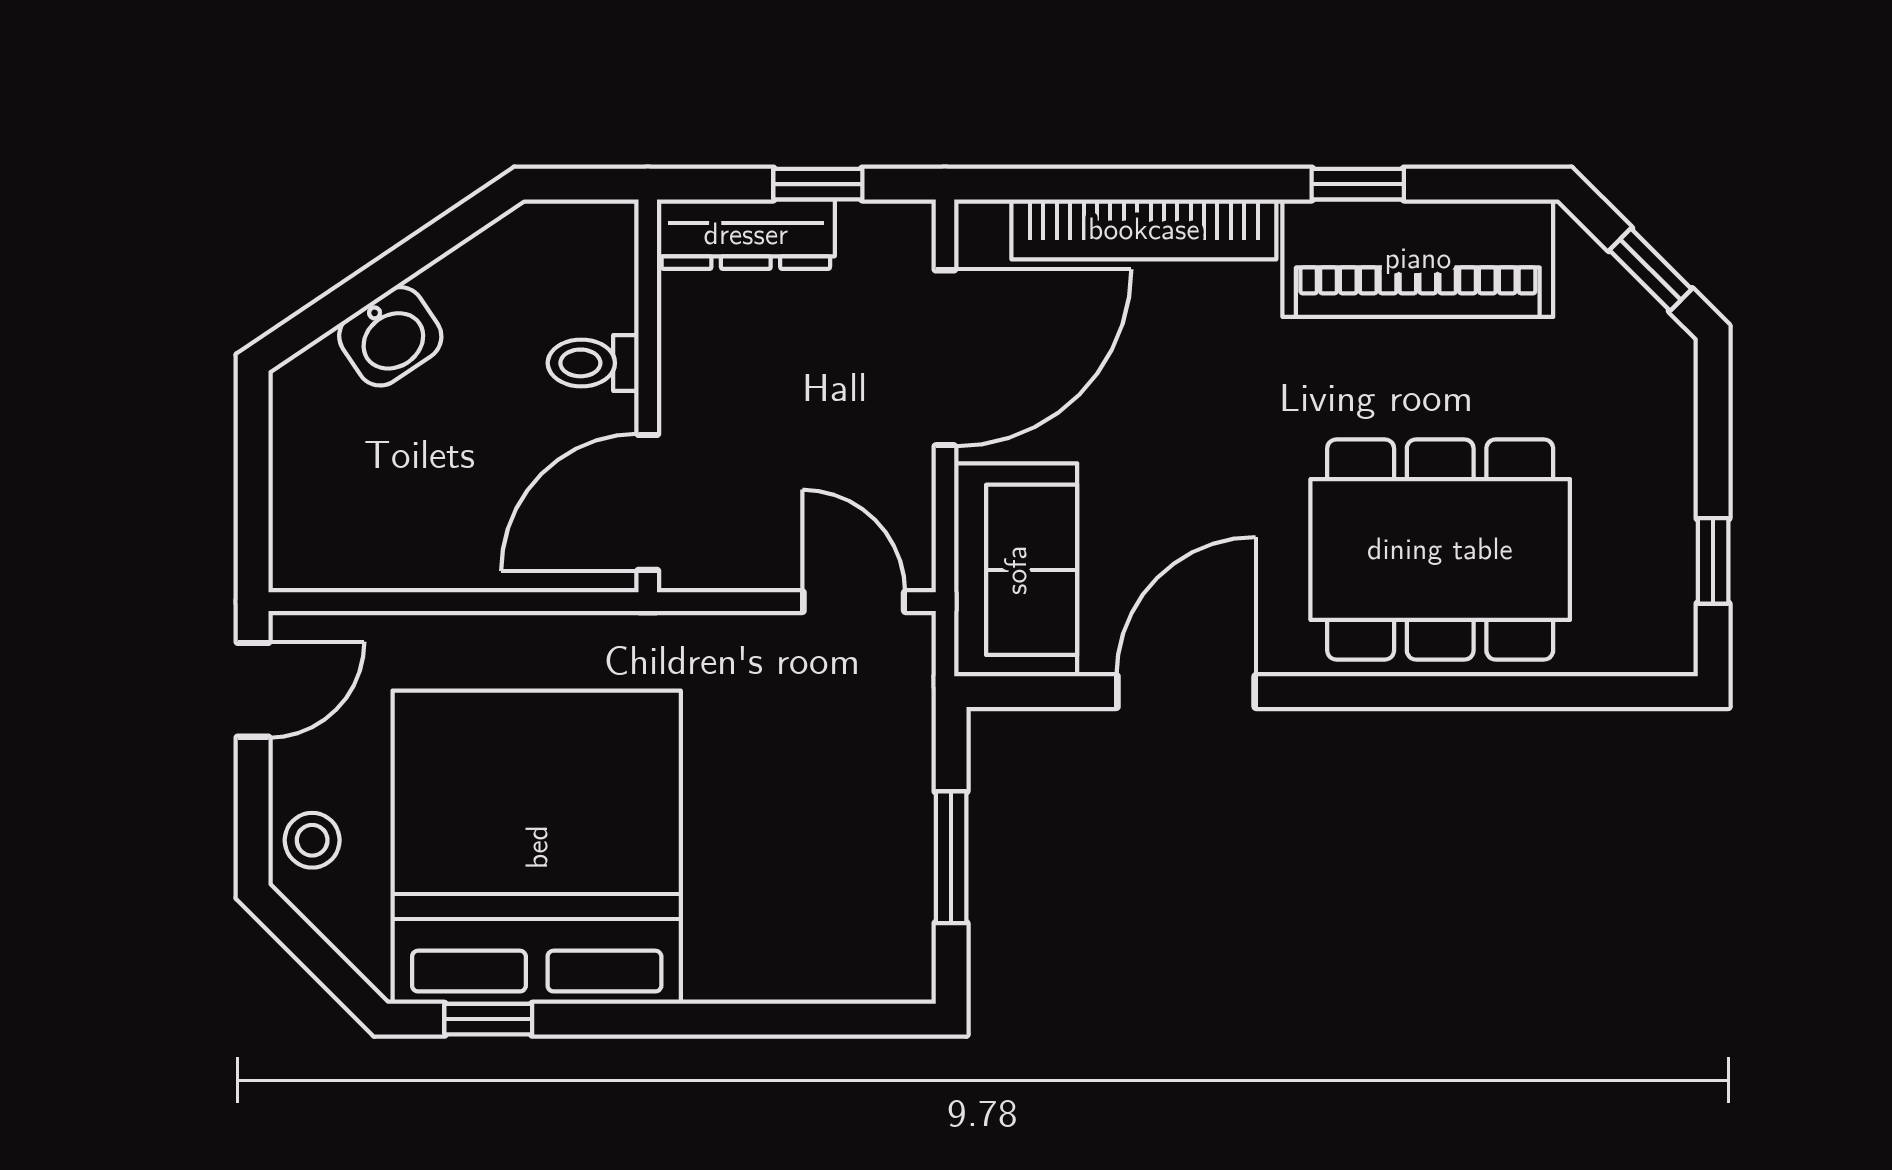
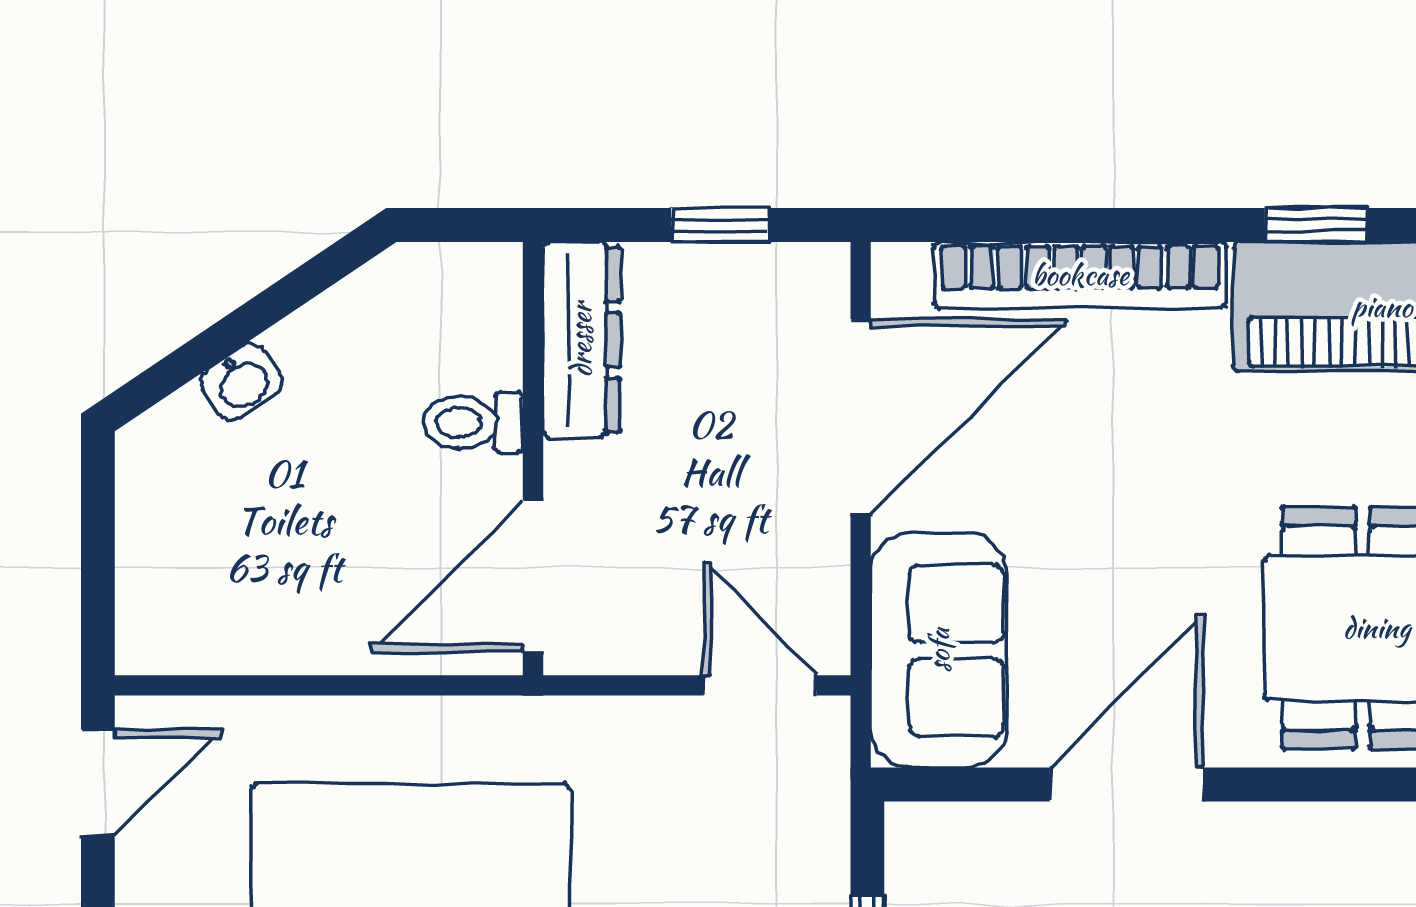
dresser: (746, 234) -> (581, 340), moved, turned -90
washbasin: (390, 336) -> (242, 382), width x0.72, depth x0.69

